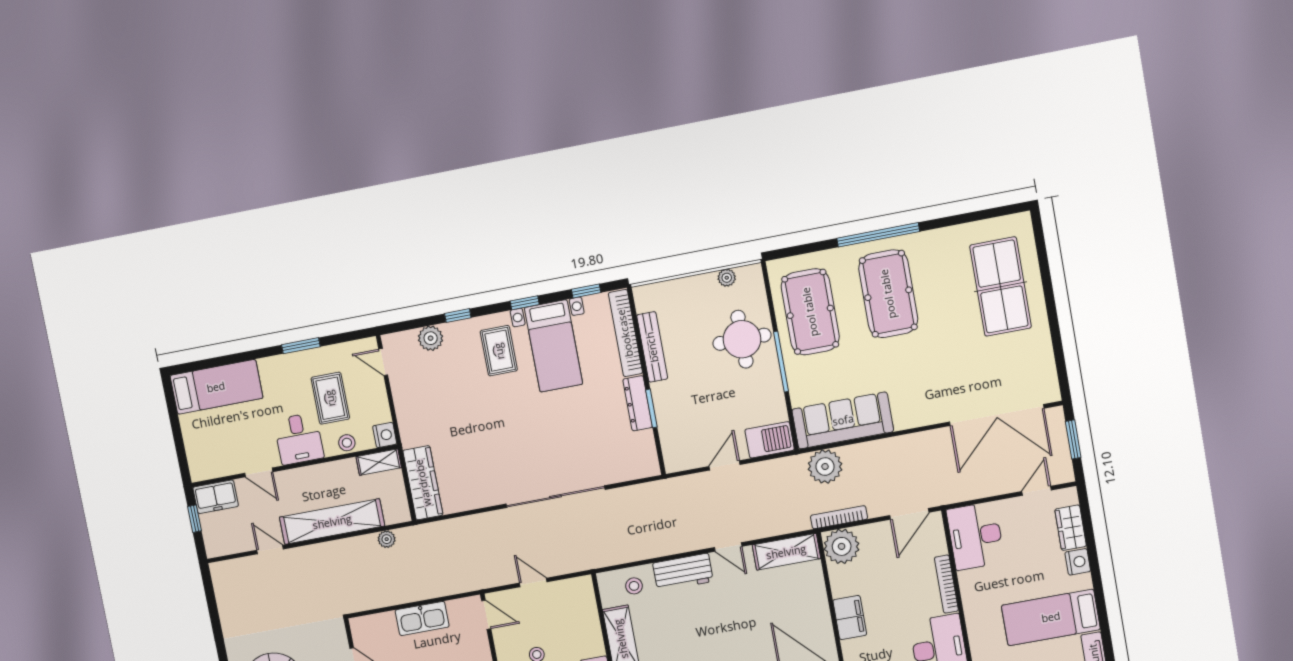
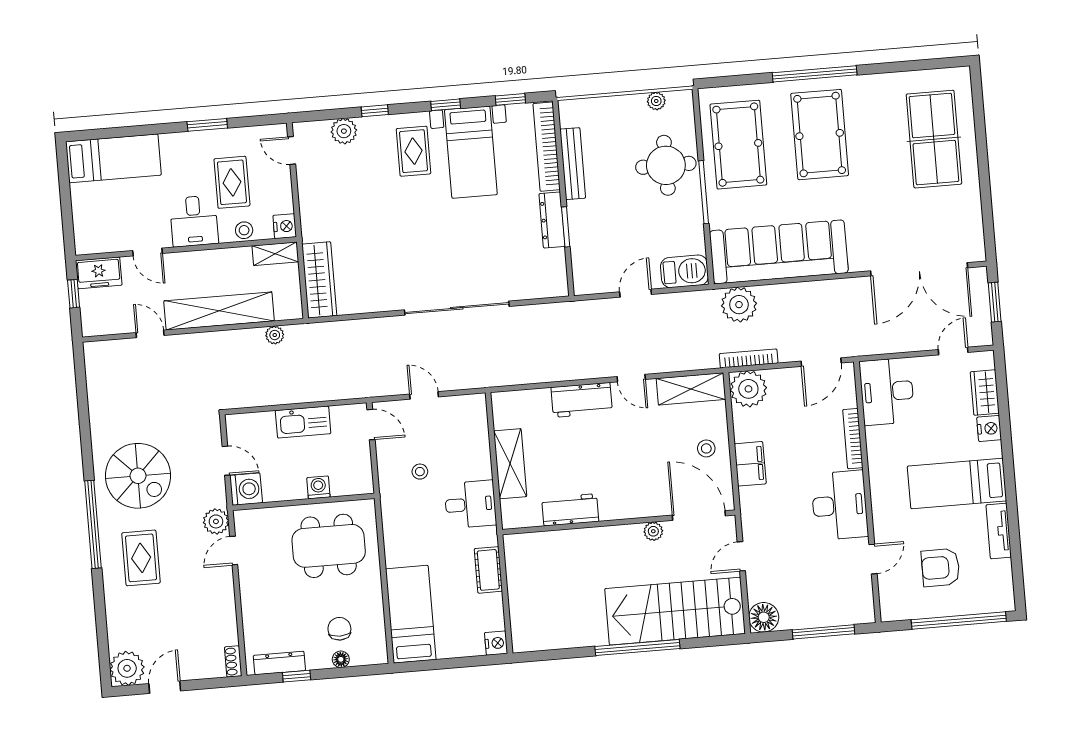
sofa: (843, 420) -> (779, 252), width x1.36, depth x1.27
stool: (634, 586) -> (706, 448), moved

